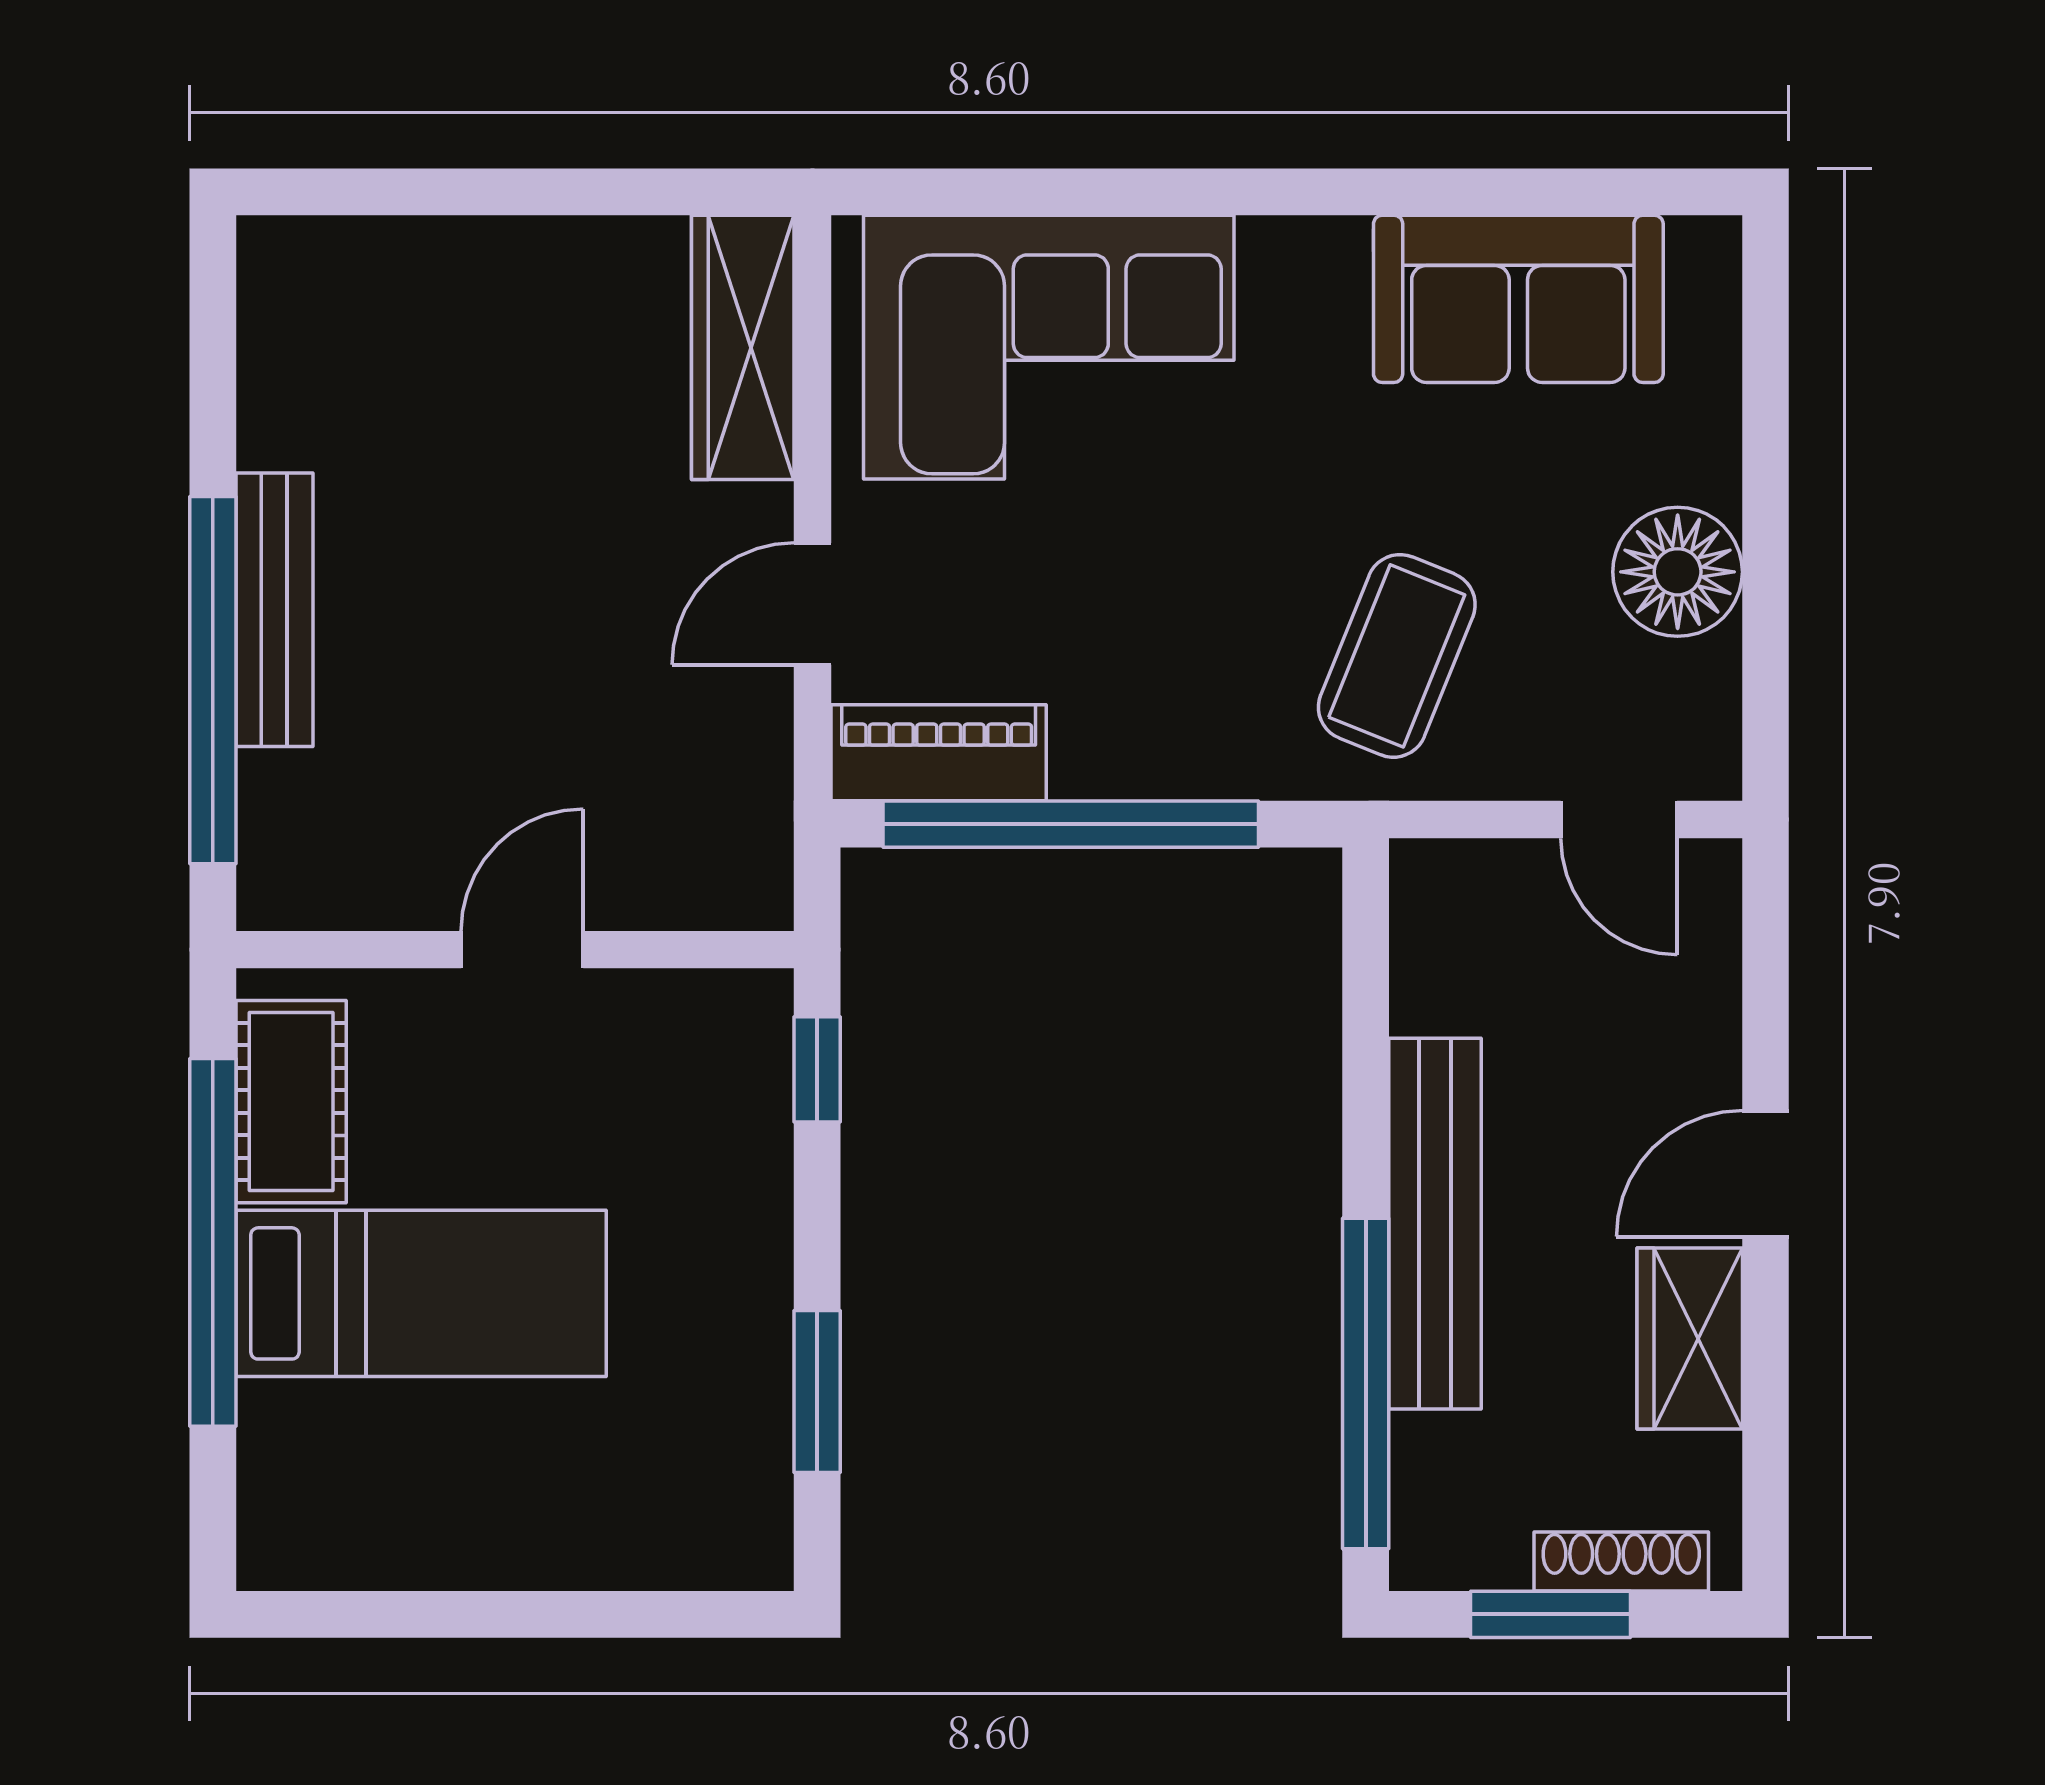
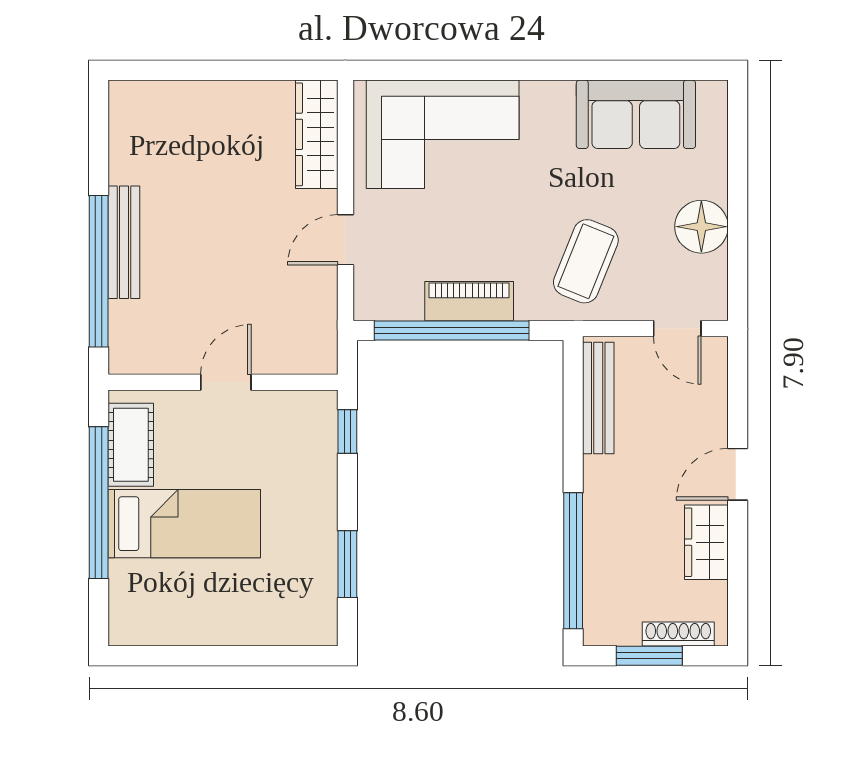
piano: (939, 753) -> (469, 301), moved
bench: (1435, 1224) -> (598, 398), moved, width x0.73, depth x0.82

